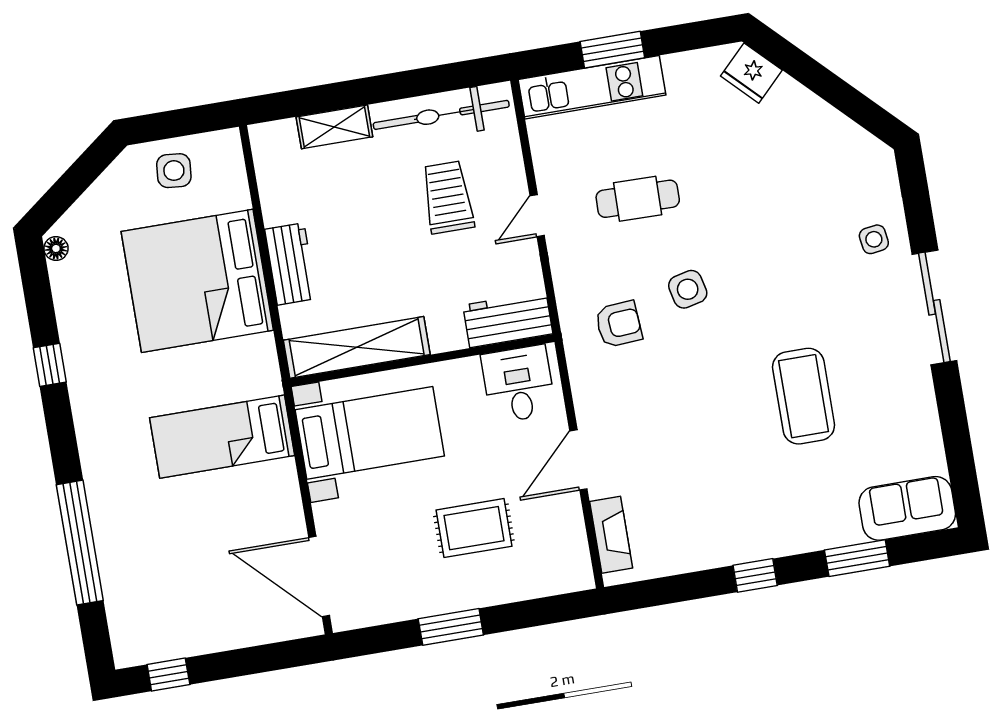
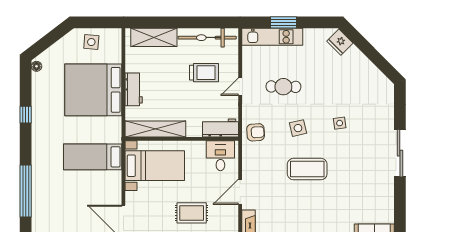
shelving: (334, 127) -> (154, 37), width x1.50, depth x1.33
trolley: (448, 197) -> (204, 73), turned 90
side table: (874, 239) -> (340, 123), moved
armchair: (619, 324) -> (256, 132), moved
coffee table: (804, 396) -> (307, 169), moved, turned 90

